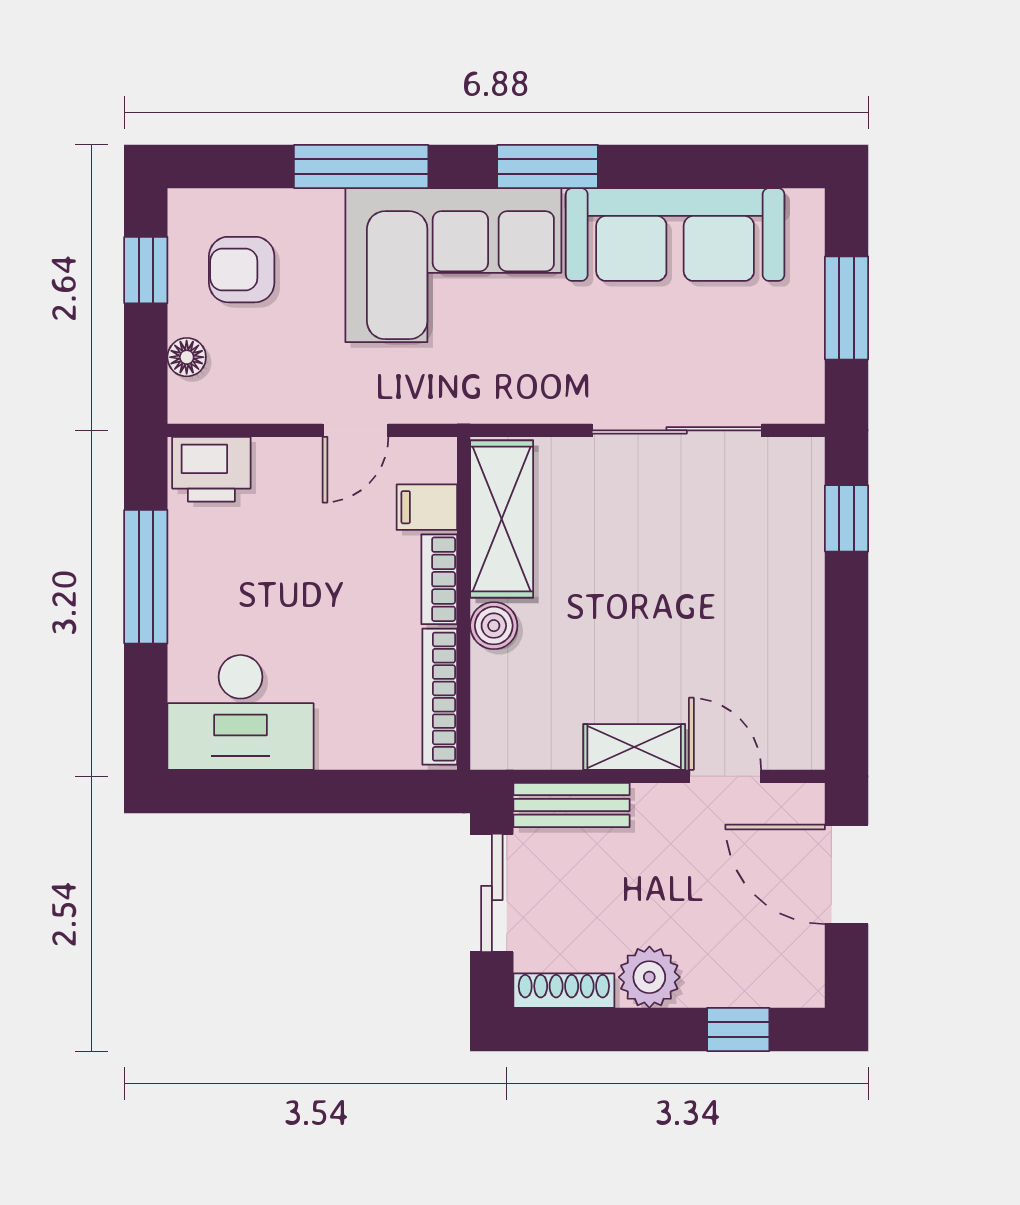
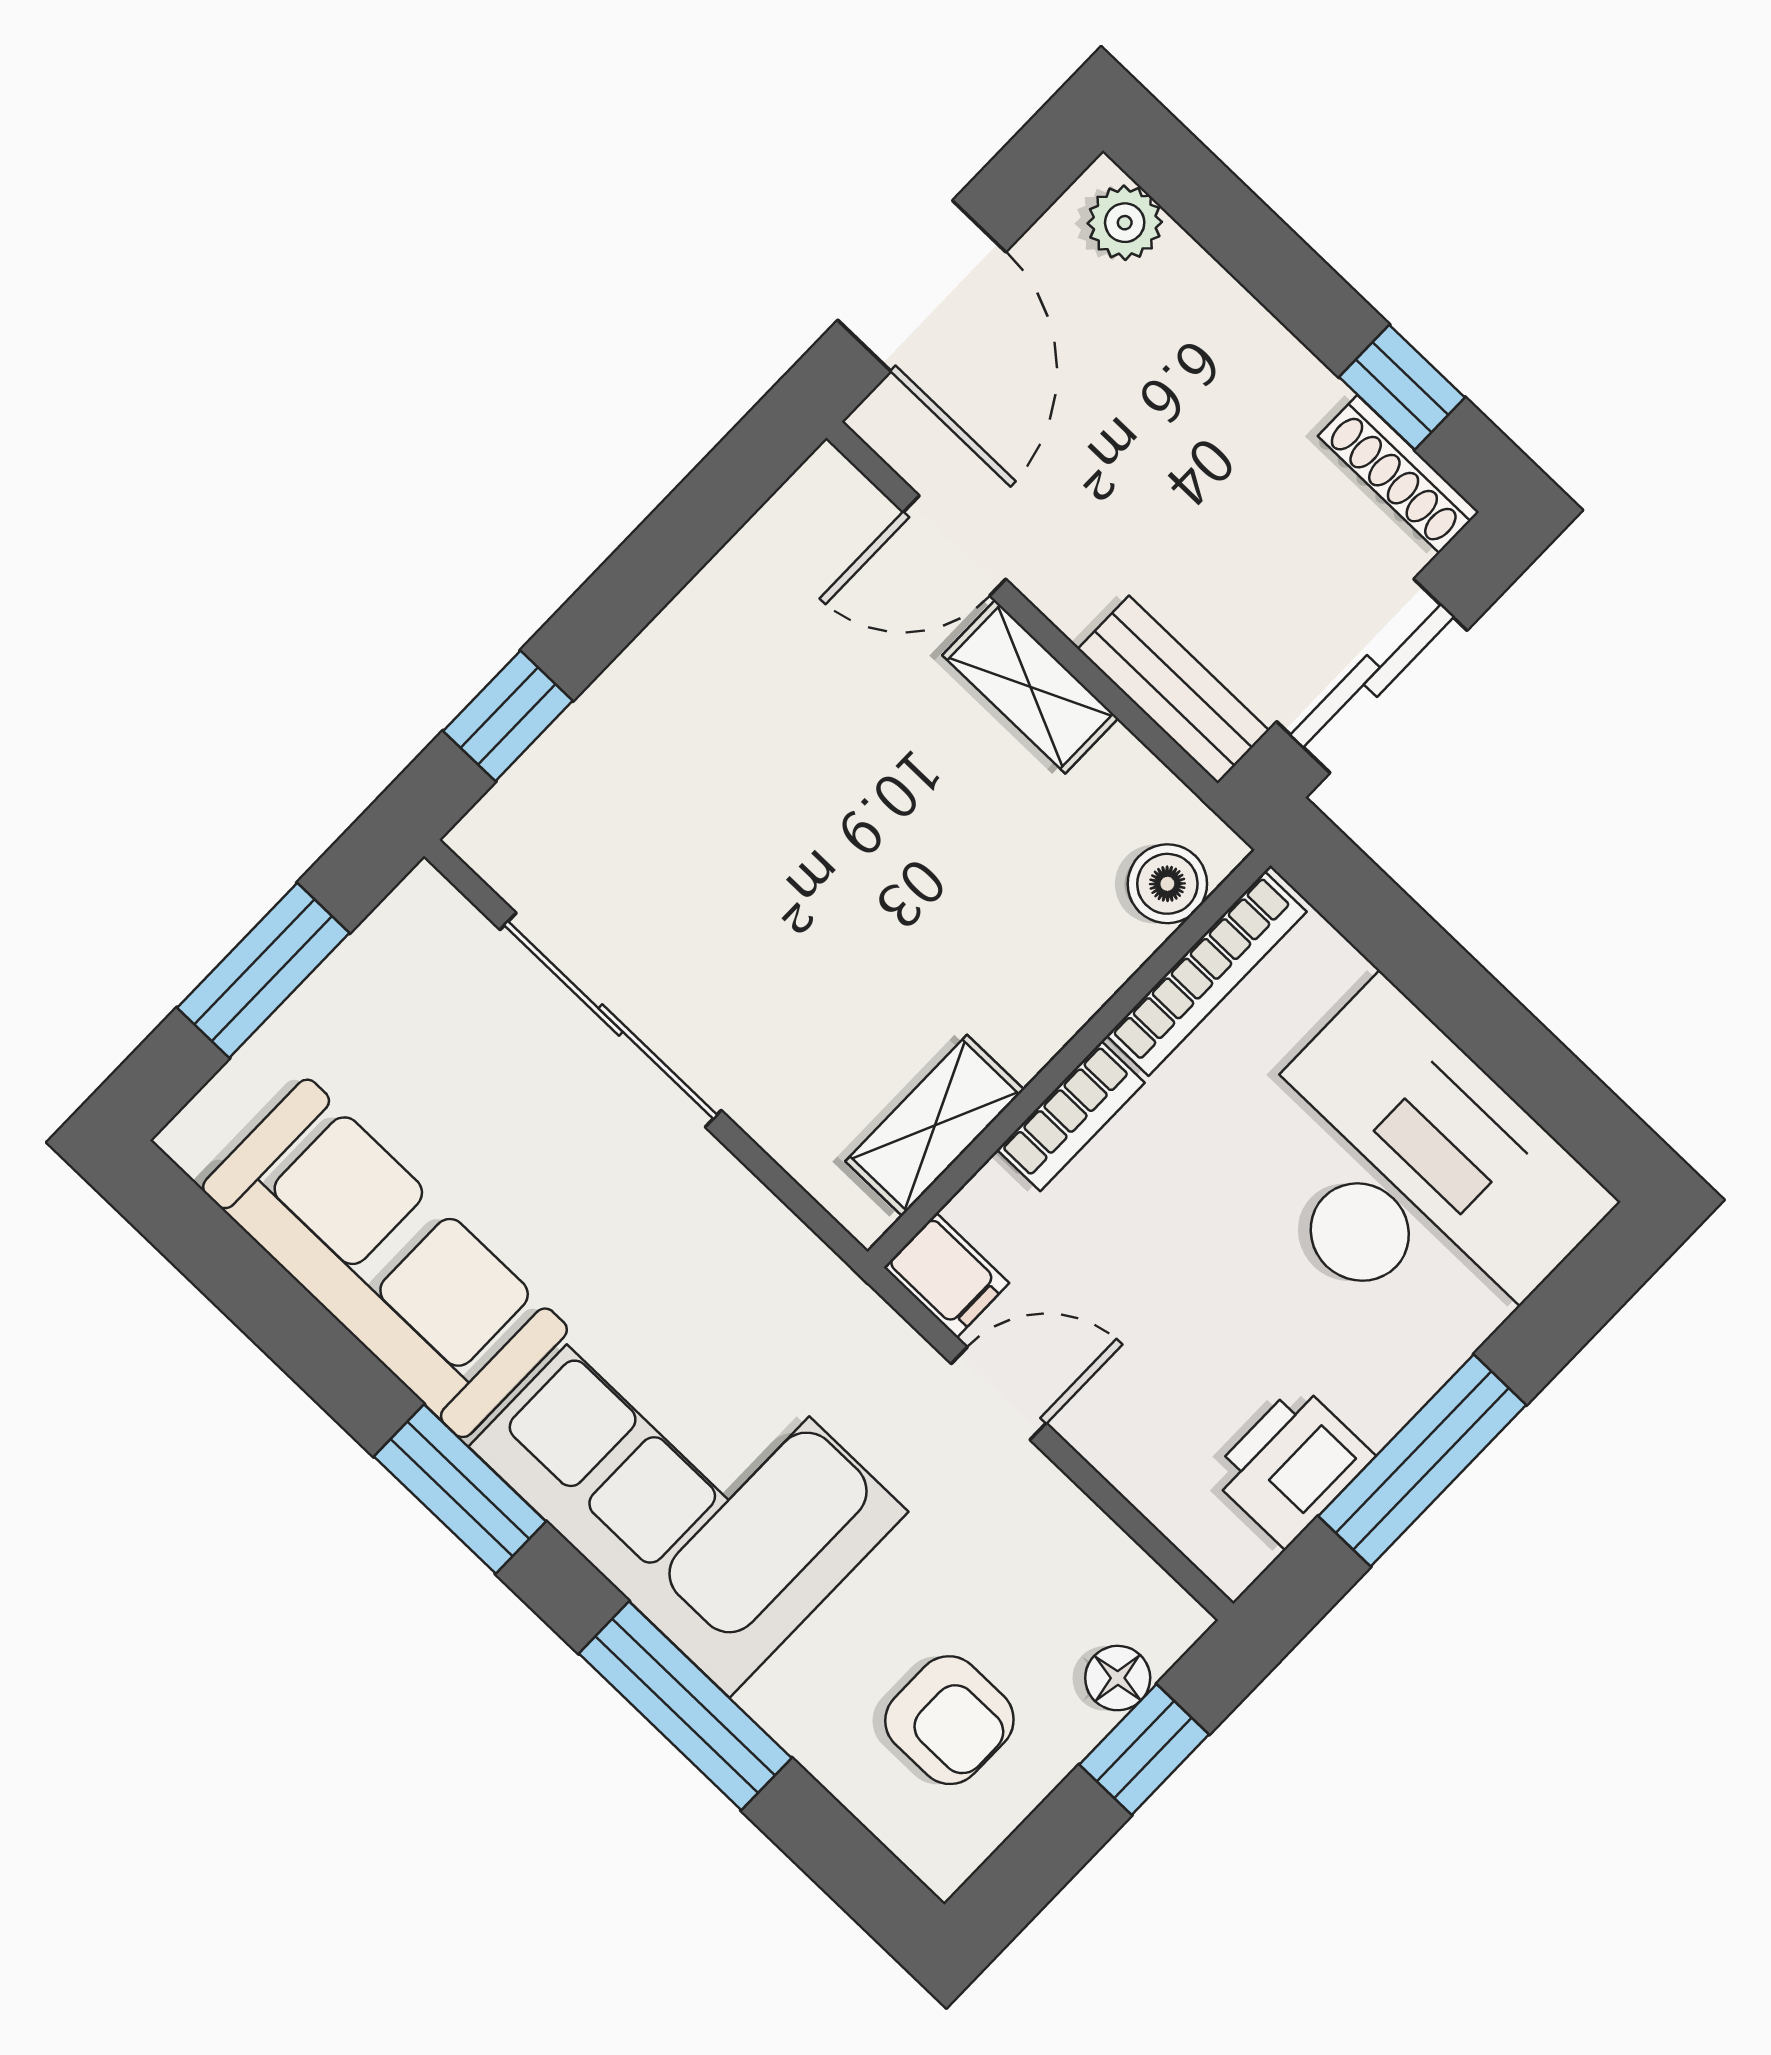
window: (146, 270) -> (1144, 1750), moved
printer: (211, 469) -> (1292, 1466), moved, turned -90
filing cabinet: (427, 507) -> (946, 1275), moved
shelving: (502, 519) -> (935, 1125), width x0.67, depth x0.75
boiler: (494, 626) -> (1167, 884), moved
desk: (240, 712) -> (1414, 1176), width x1.36, depth x1.30
door: (725, 776) -> (955, 546), hinge flipped
plant: (649, 977) -> (1125, 223), moved, width x0.73, depth x0.73
window: (738, 1029) -> (1402, 387), moved

